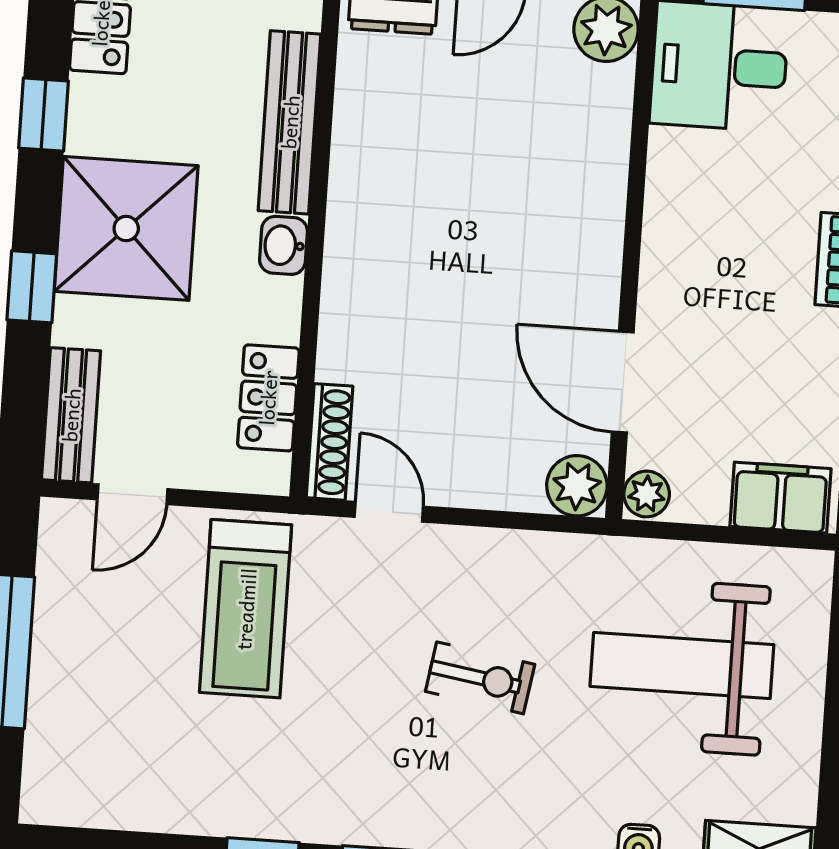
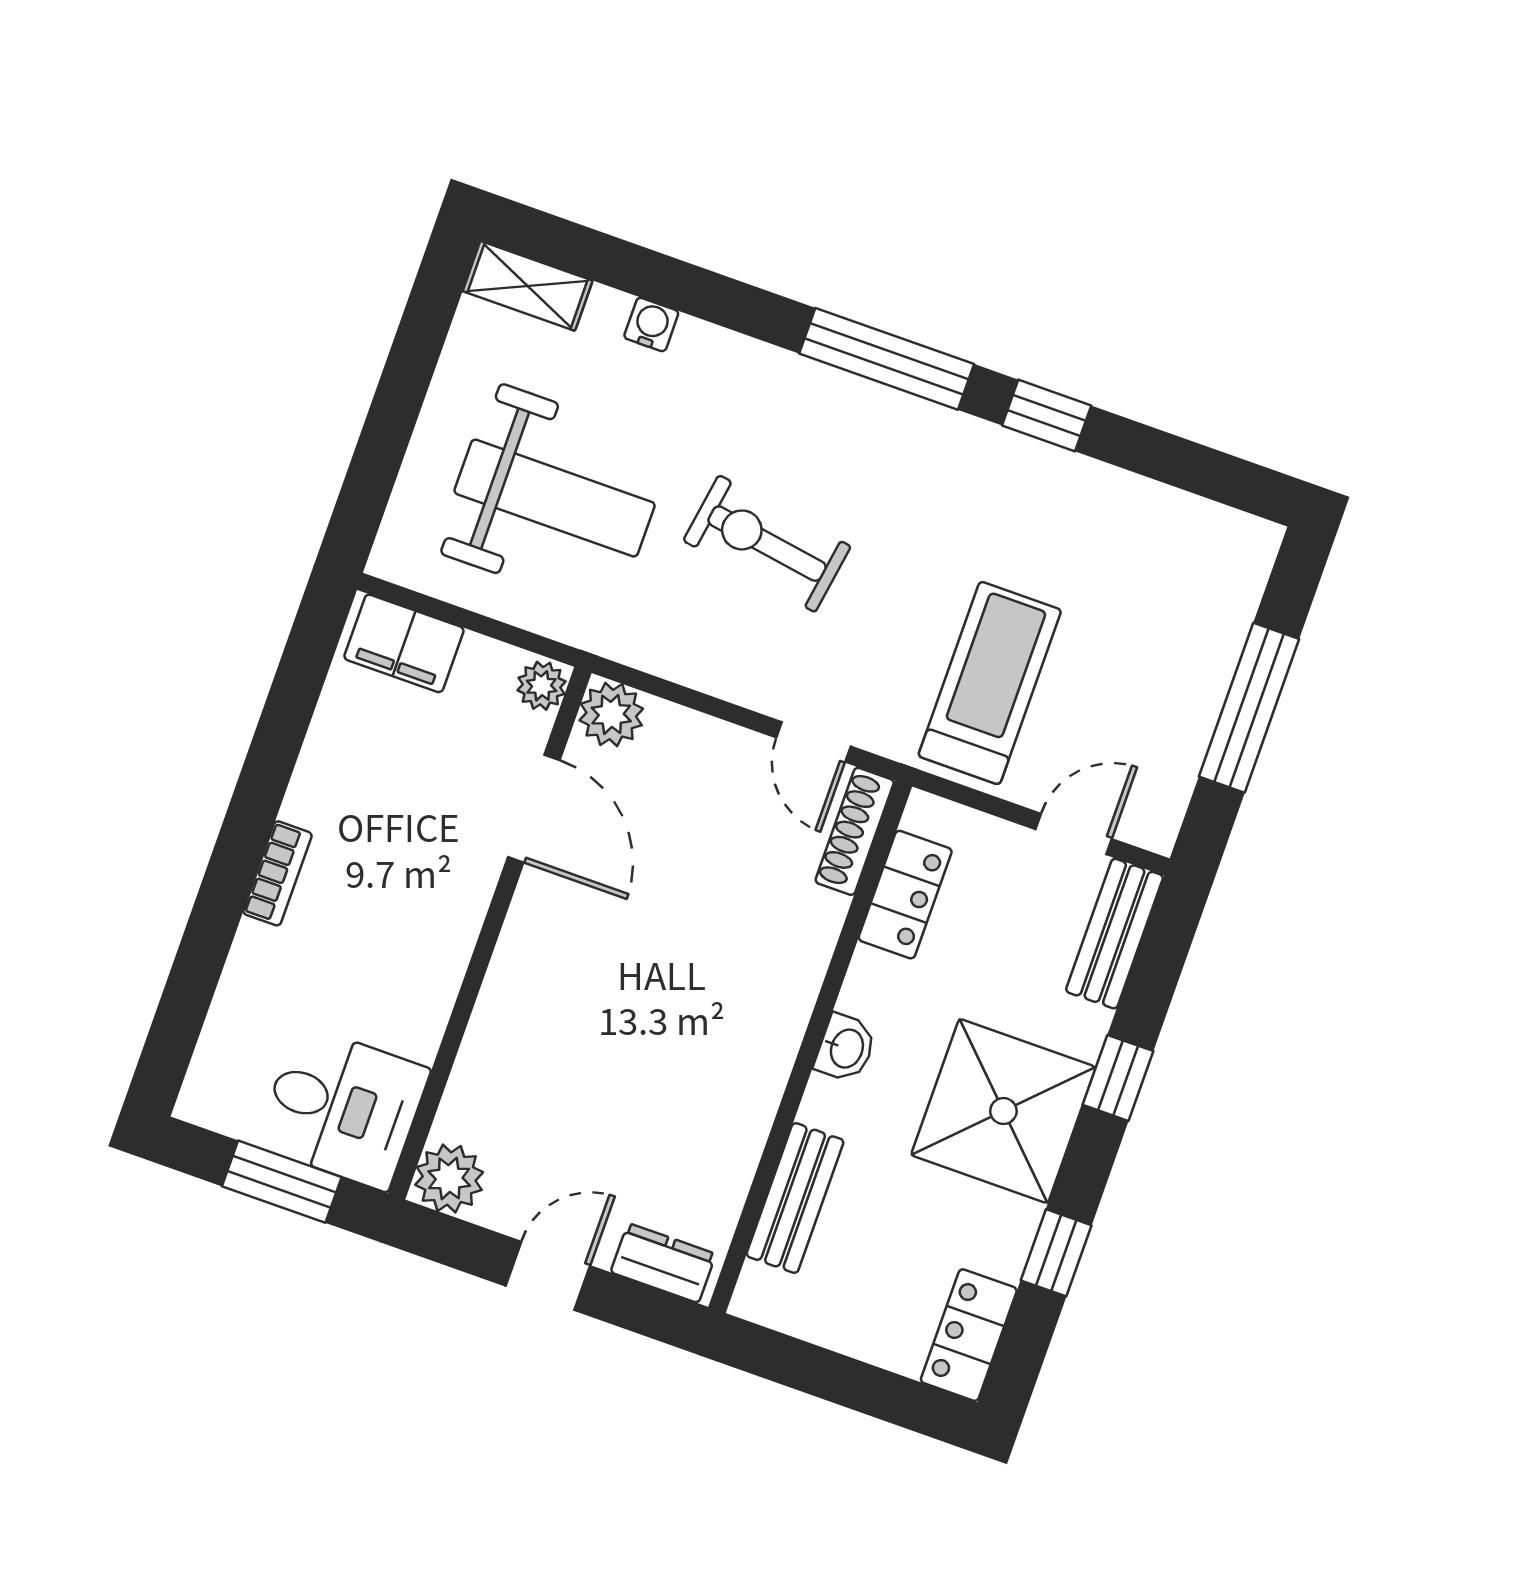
bench: (290, 122) -> (795, 1198), width x0.73
exercise bike: (480, 678) -> (767, 544), width x1.38, depth x1.39

